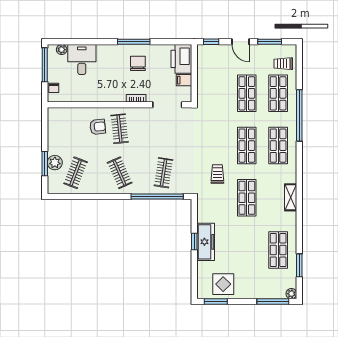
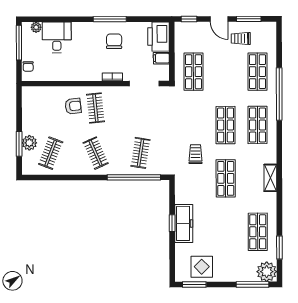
trolley: (283, 64) -> (241, 39), moved
shop shelf: (247, 93) -> (194, 72), moved
plant: (291, 294) -> (267, 272), width x1.87, depth x1.87

